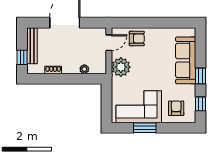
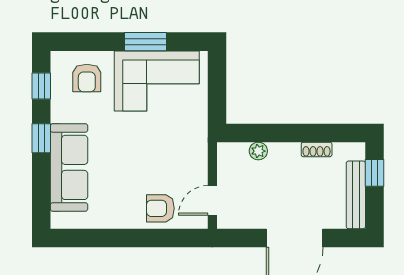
plant: (121, 67) -> (190, 155), removed

